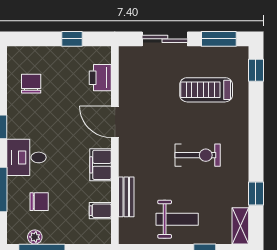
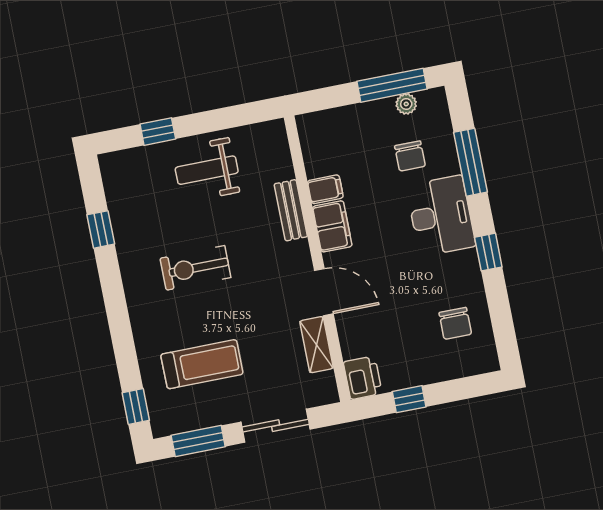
printer: (100, 78) -> (363, 378), moved
desk: (26, 157) -> (441, 216), width x1.37
bench: (126, 197) -> (291, 210), moved
chair: (39, 202) -> (410, 156), turned -90
filing cabinet: (100, 211) -> (325, 189), moved
shelving: (240, 226) -> (317, 345), moved

